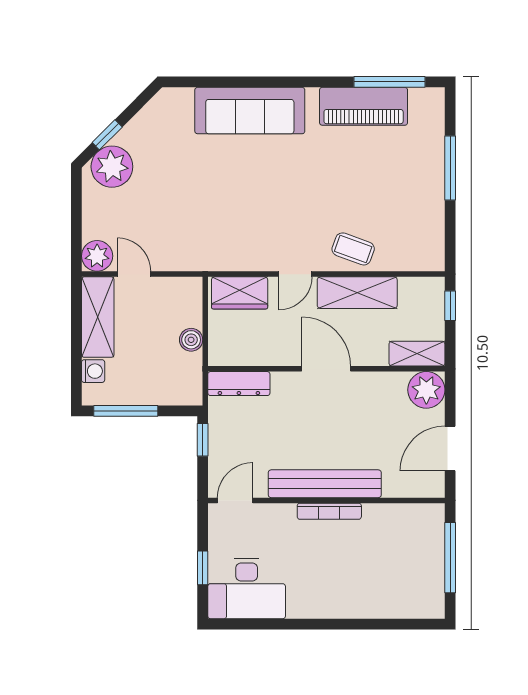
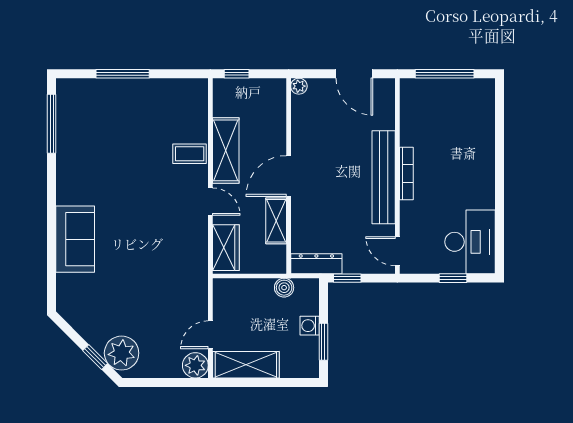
piano: (364, 106) -> (72, 145), removed
sofa: (250, 111) -> (75, 239), width x0.73
coffee table: (353, 249) -> (190, 154), turned 70
boiler: (191, 340) -> (284, 288), moved
shelving: (417, 354) -> (276, 221), moved
washing machine: (93, 371) -> (310, 326), moved, turned -90
dresser: (239, 384) -> (316, 264), moved, turned -90
plant: (426, 390) -> (299, 86), width x0.53, depth x0.53
window: (126, 411) -> (323, 342), width x0.69

